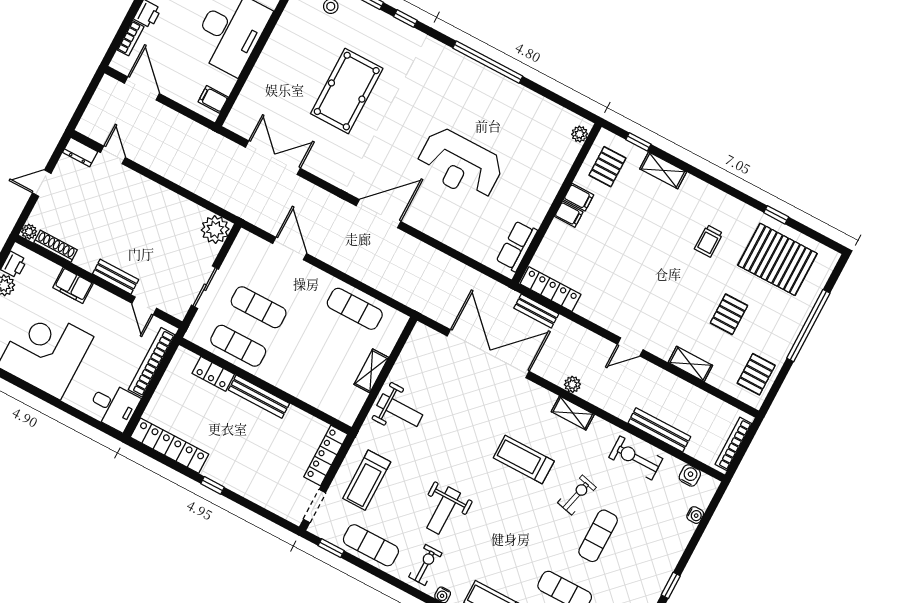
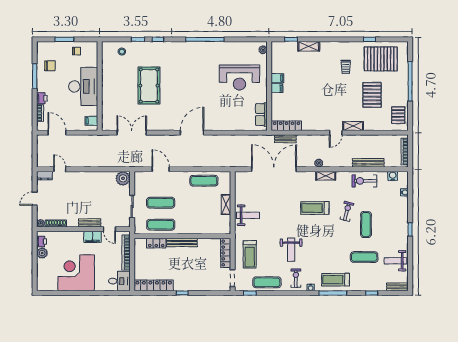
reception desk: (460, 164) -> (239, 77), moved
pallet: (607, 167) -> (283, 58), removed
filing cabinet: (73, 285) -> (92, 237), moved
pallet: (729, 314) -> (372, 95), width x1.50, depth x1.42
shelving: (690, 364) -> (353, 126), moved

